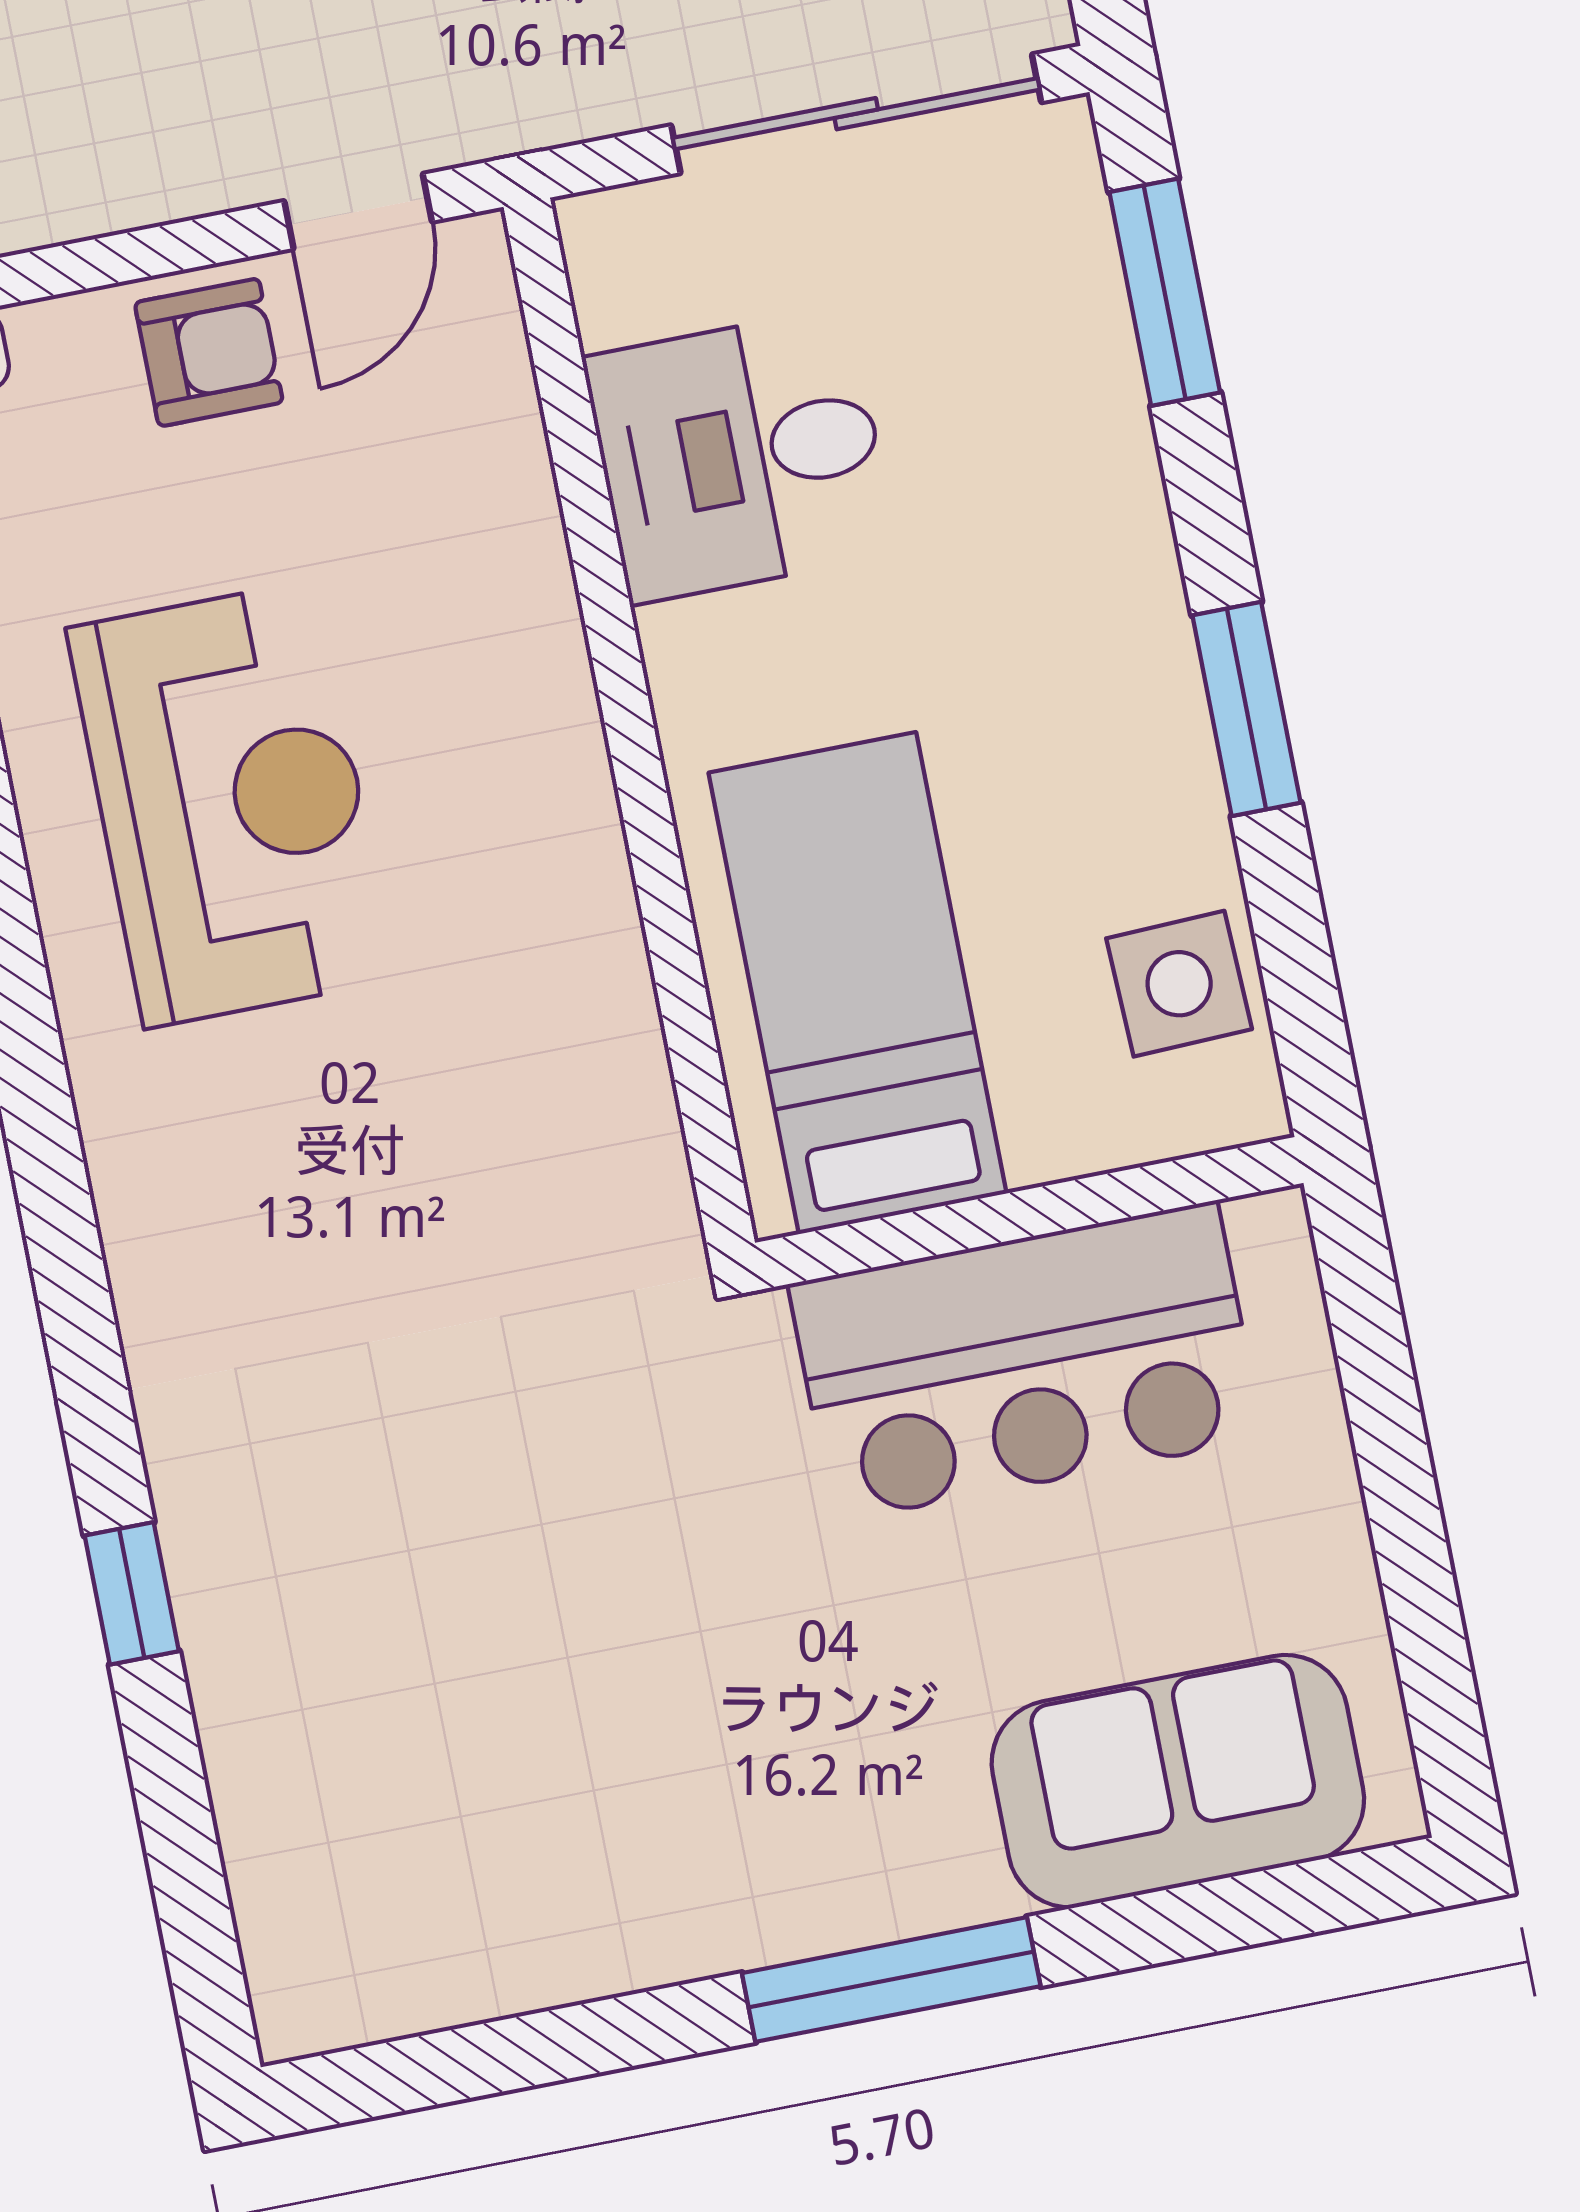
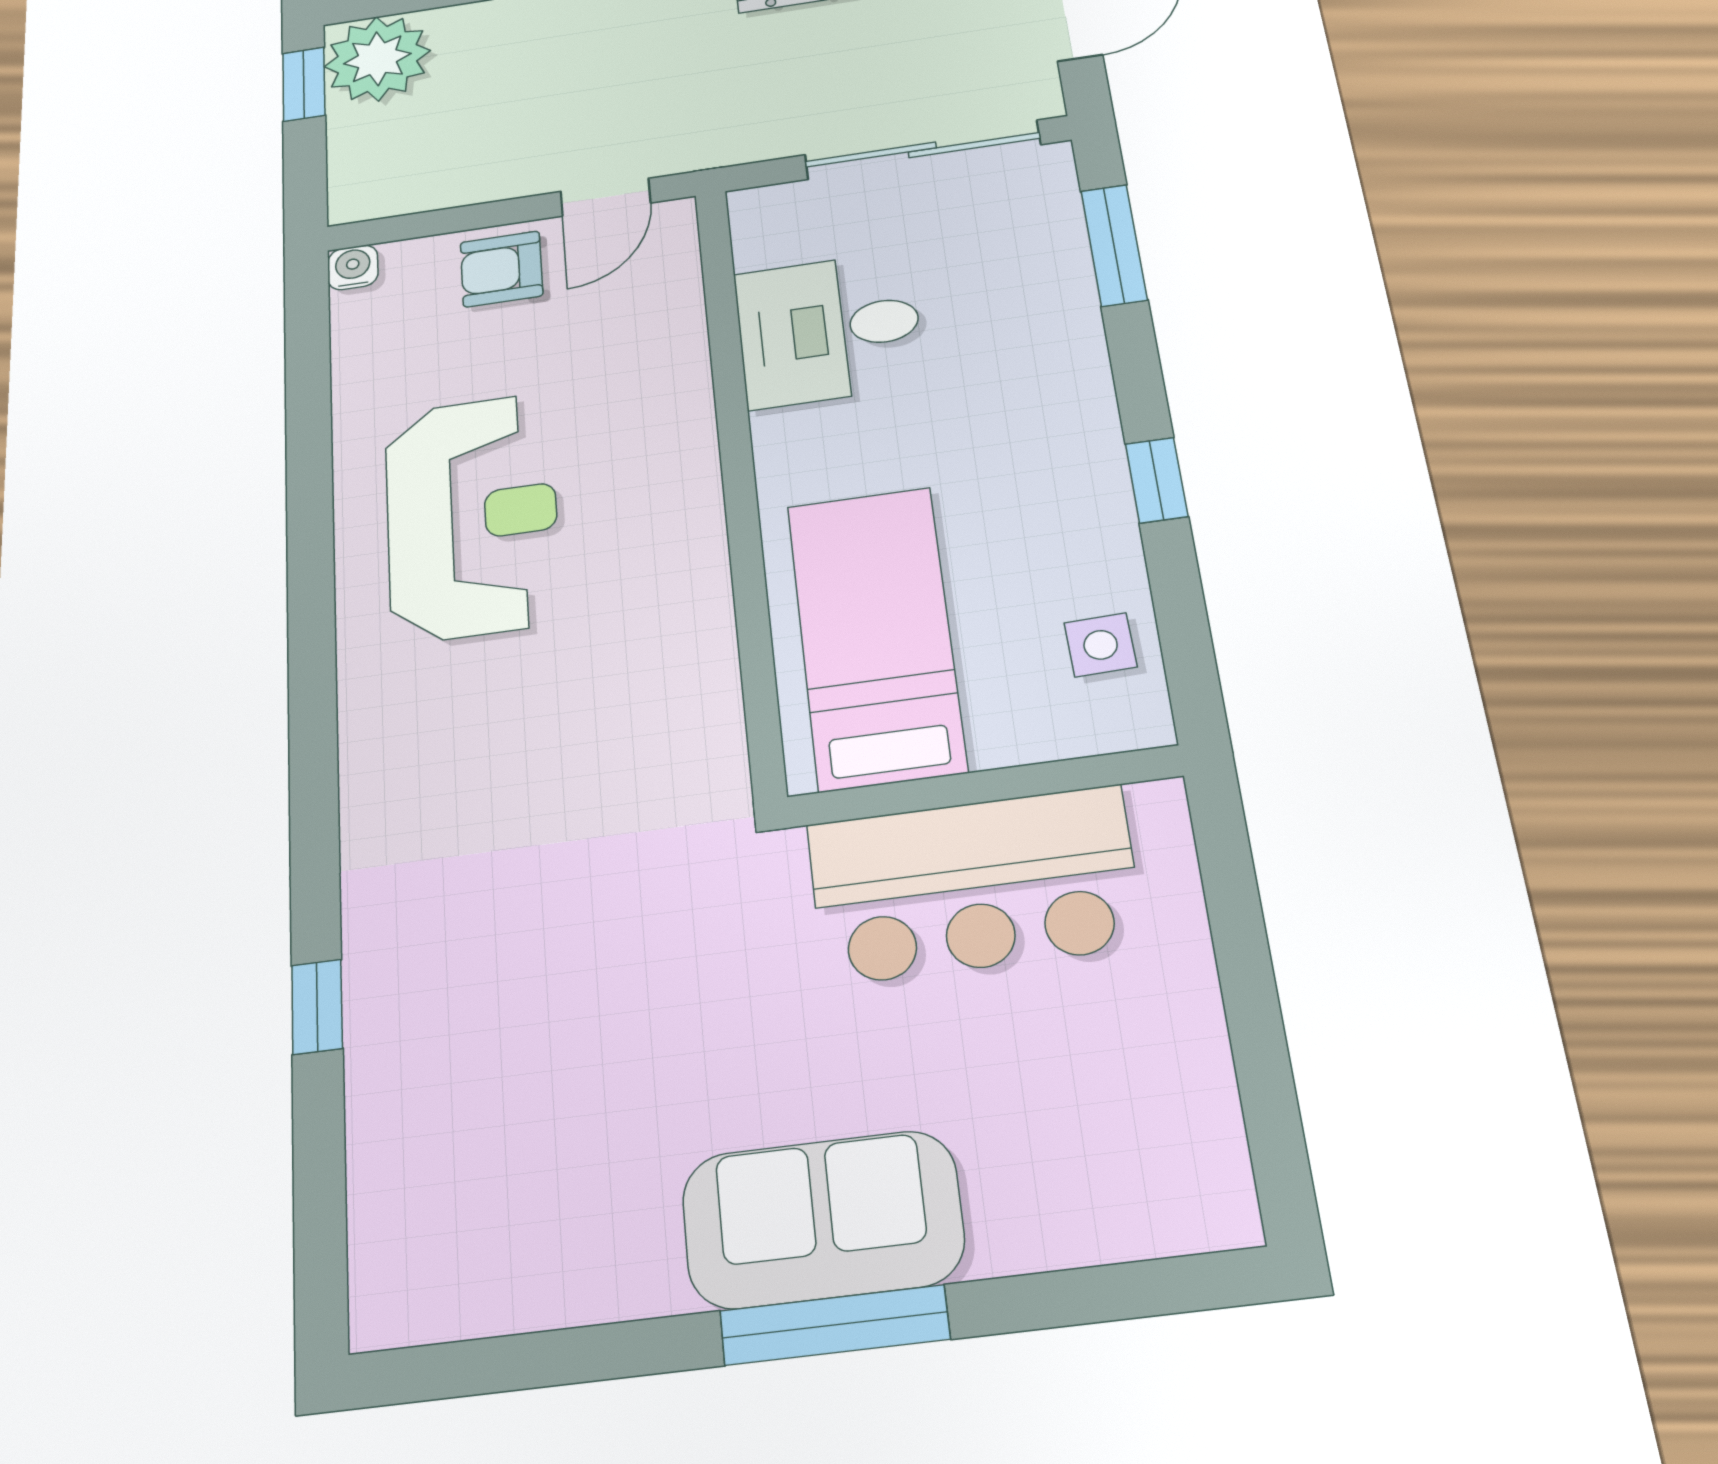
armchair: (209, 352) -> (501, 269), turned 180
window: (1246, 709) -> (1157, 480), width x0.67
side table: (1179, 984) -> (1101, 645), width x0.73, depth x0.73
sofa: (1178, 1781) -> (822, 1219), moved

